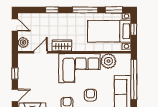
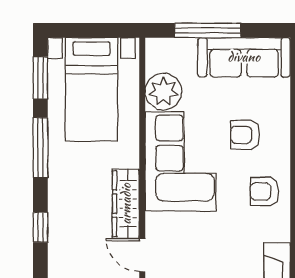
window: (134, 29) -> (87, 30), removed
wardrobe: (62, 45) -> (126, 204), width x1.50
window: (134, 80) -> (208, 30), width x0.68

